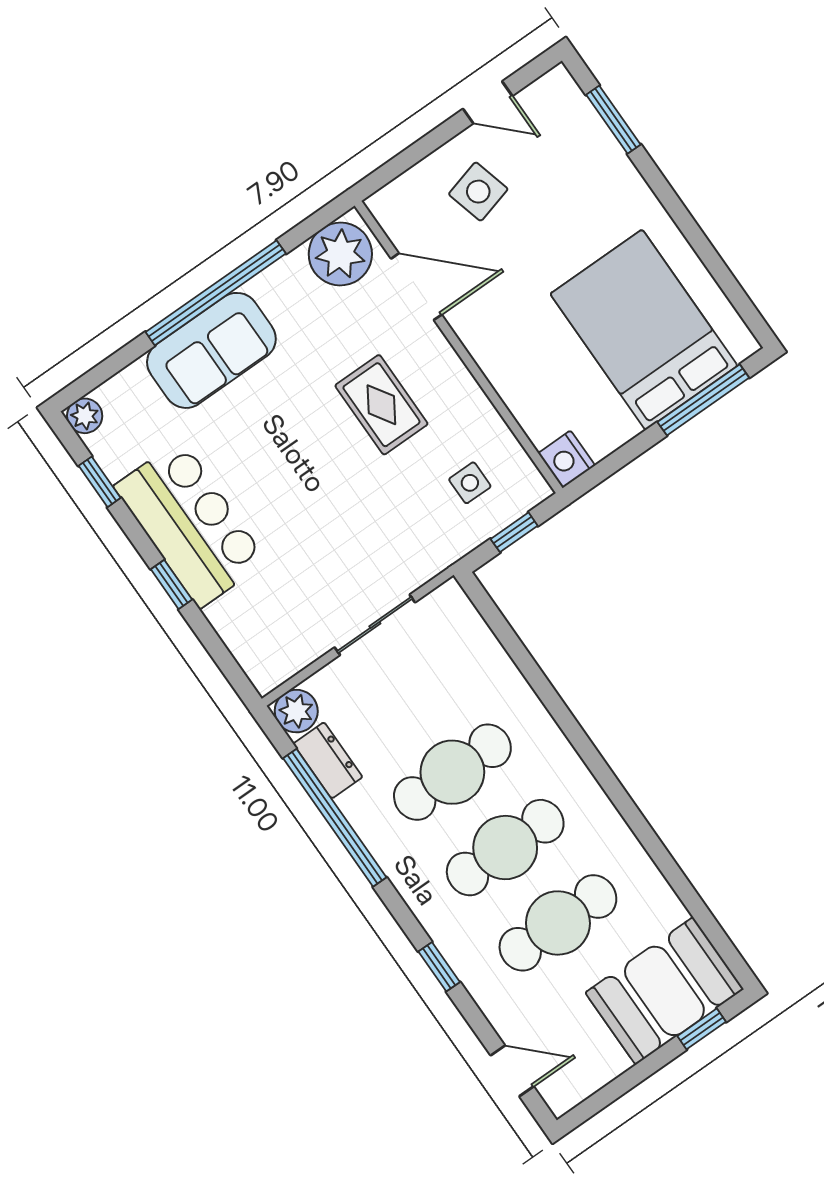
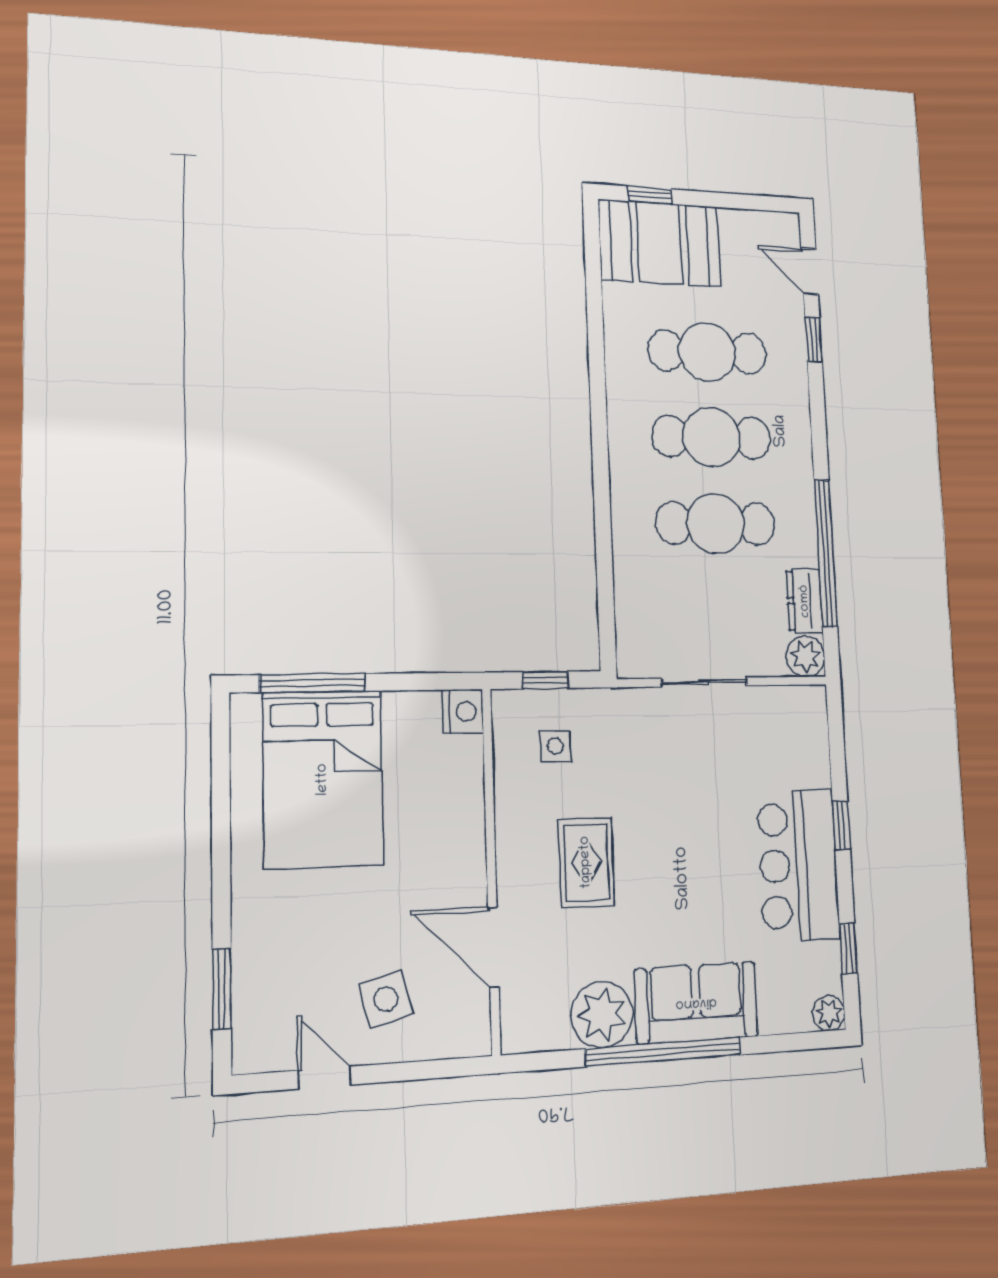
plant: (340, 254) -> (602, 1015), moved
window: (439, 967) -> (814, 339), moved

